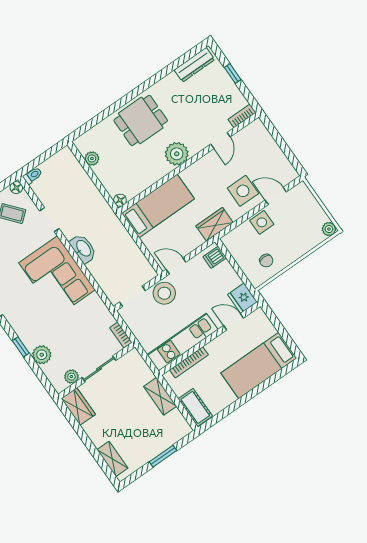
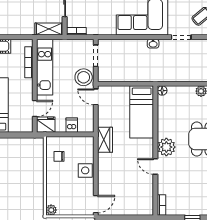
door: (220, 141) -> (155, 166), moved
side table: (243, 191) -> (114, 172), removed
door: (276, 196) -> (96, 204), moved
washbasin: (83, 249) -> (153, 44), width x0.52, depth x0.69
dishwasher: (215, 257) -> (72, 125), moved
door: (176, 266) -> (96, 97), swing flipped
shelving: (160, 396) -> (49, 29), moved

